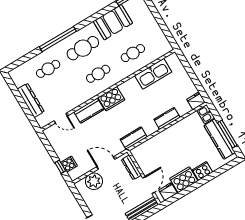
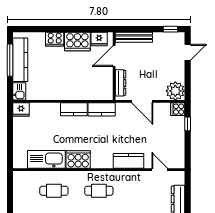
cooker: (111, 99) -> (78, 160), moved
kitchen counter: (167, 118) -> (74, 109), moved
cooker: (69, 164) -> (178, 109), moved
plant: (94, 181) -> (175, 91), moved

